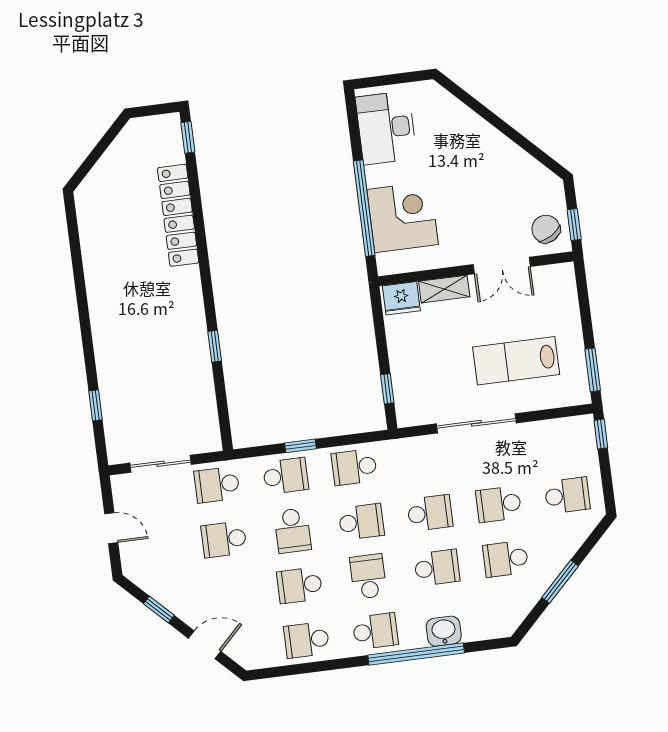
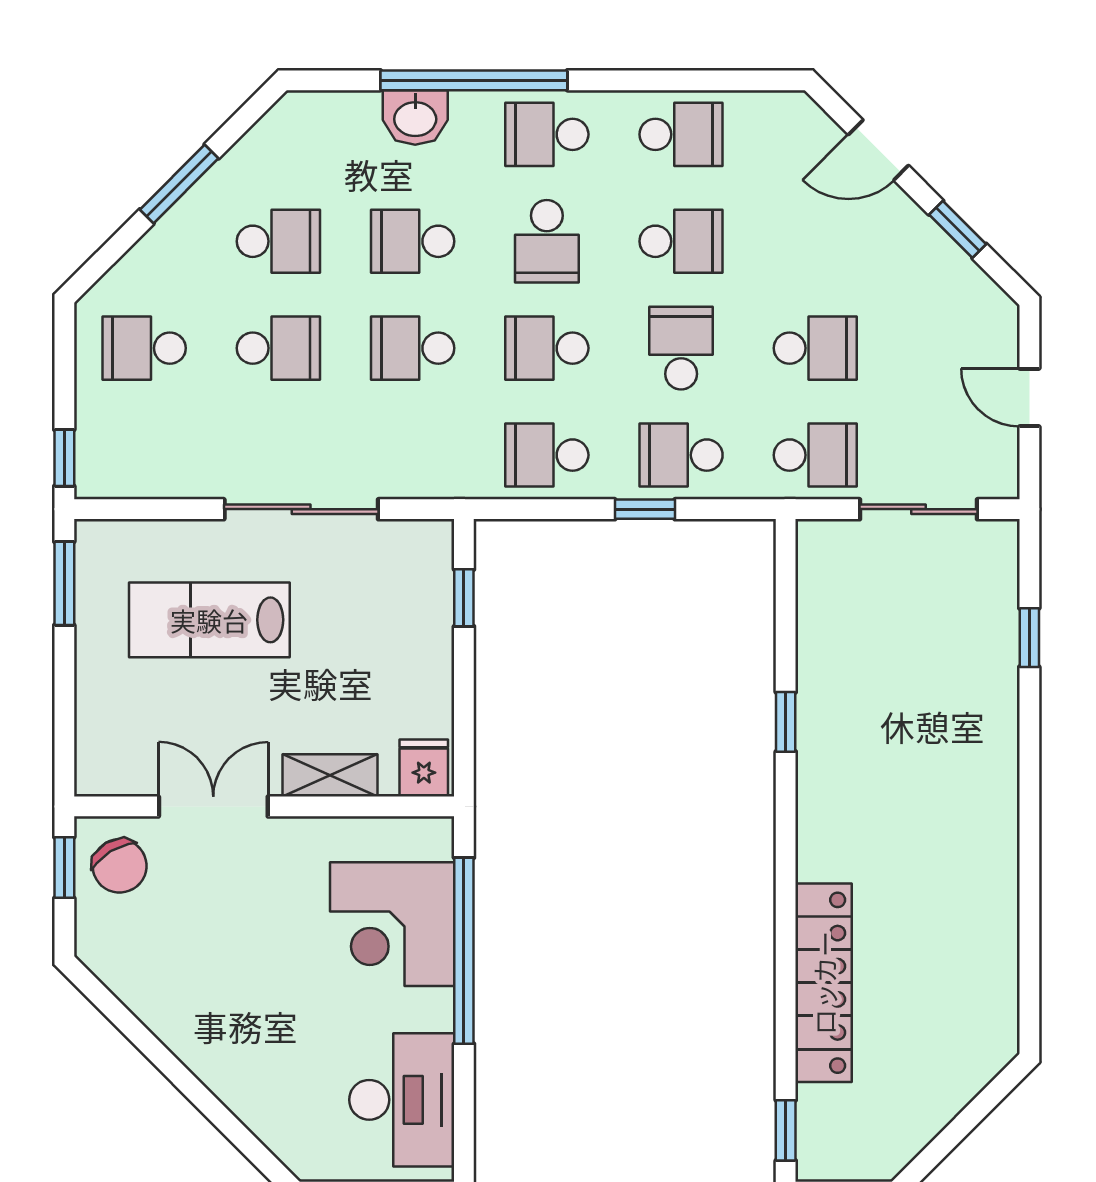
fridge: (401, 298) -> (424, 768), width x0.72
lab bench: (516, 361) -> (209, 620), turned 180
school desk: (354, 467) -> (547, 455), turned 180

